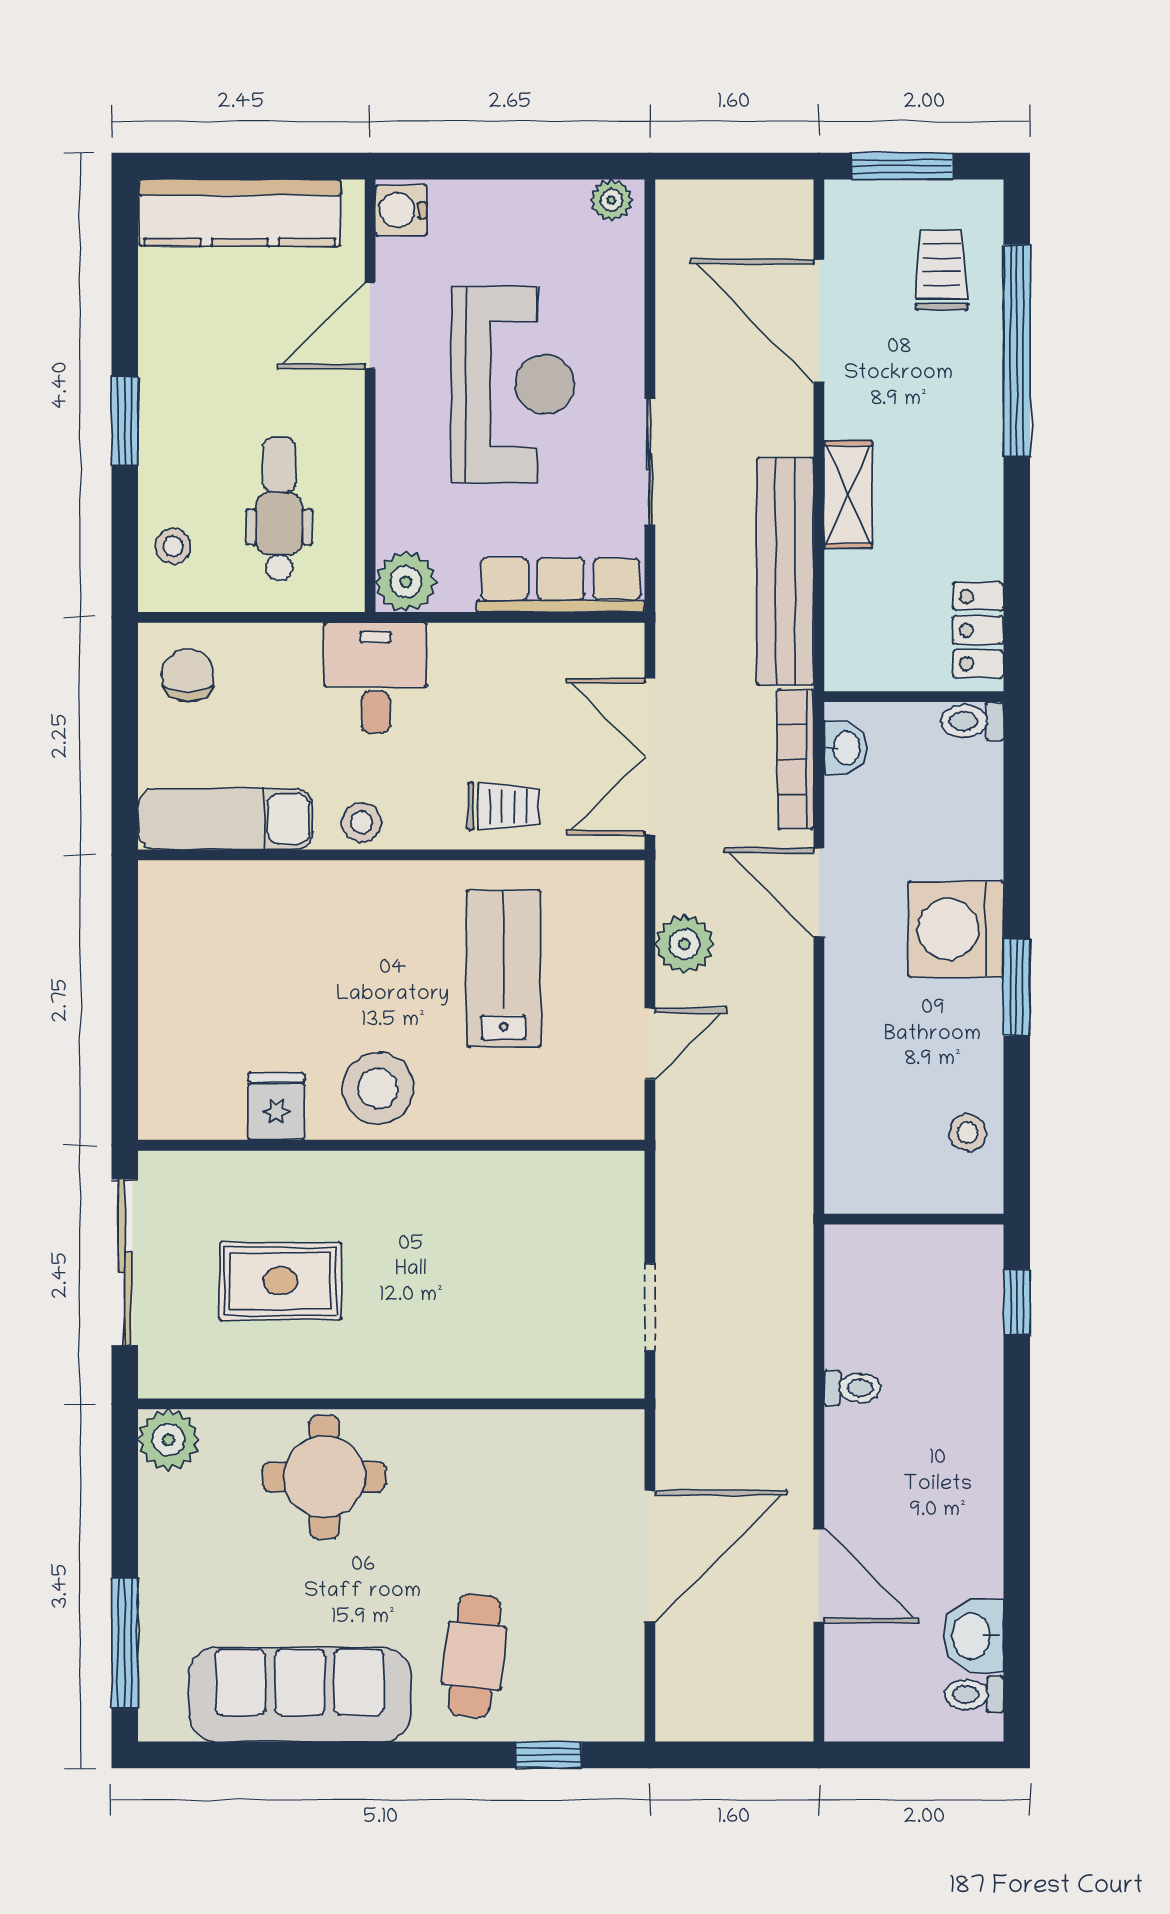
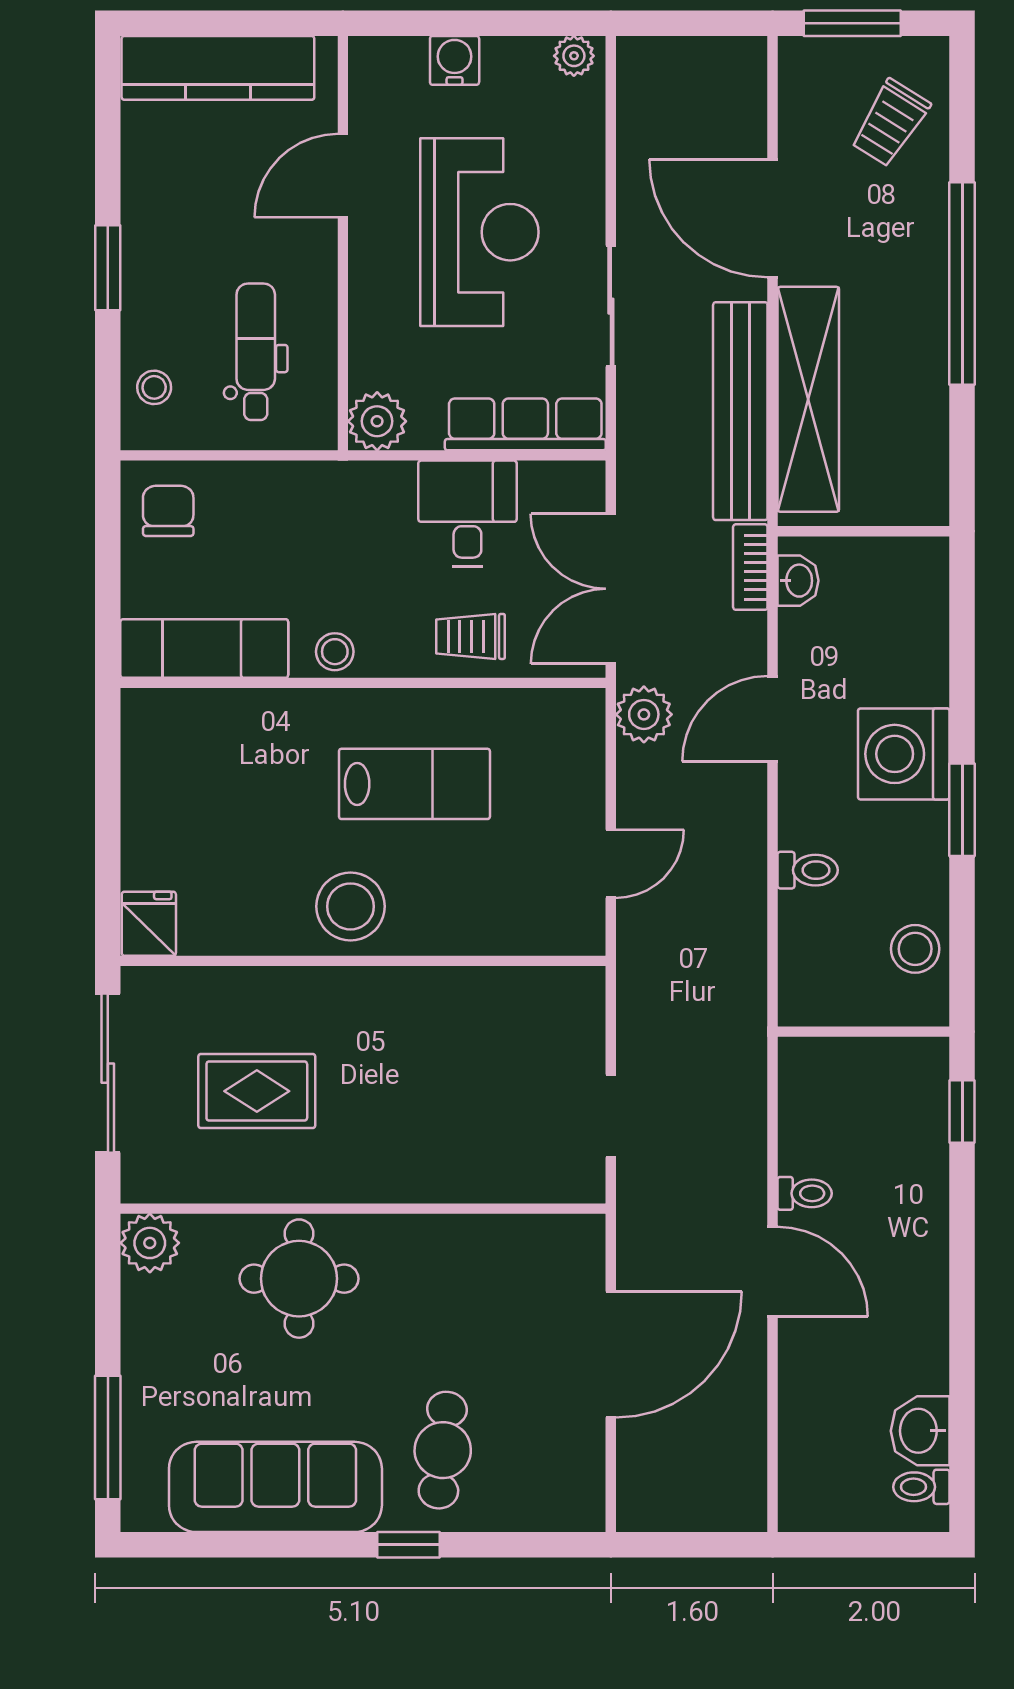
water cooler: (401, 210) -> (455, 60), moved, turned 90
trolley: (942, 270) -> (890, 123), turned -148
door: (819, 321) -> (773, 218), moved
window: (1017, 351) -> (962, 284), moved
shelving: (848, 495) -> (808, 399), width x2.20, depth x1.33
locker: (978, 630) -> (925, 468), removed
desk: (376, 678) -> (467, 513), moved
toilet: (972, 721) -> (808, 870), moved, turned 180
bookcase: (796, 759) -> (750, 567), width x0.64
trolley: (503, 806) -> (471, 636), turned 180
door: (819, 892) -> (773, 719), hinge flipped
plant: (684, 944) -> (644, 714), moved
lab bench: (504, 968) -> (414, 784), moved, turned 90
fridge: (276, 1106) -> (149, 924), moved
stool: (968, 1133) -> (915, 949), width x1.37, depth x1.37
door: (819, 1575) -> (773, 1272), moved
window: (548, 1755) -> (409, 1545), moved

